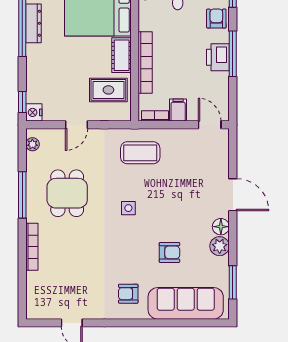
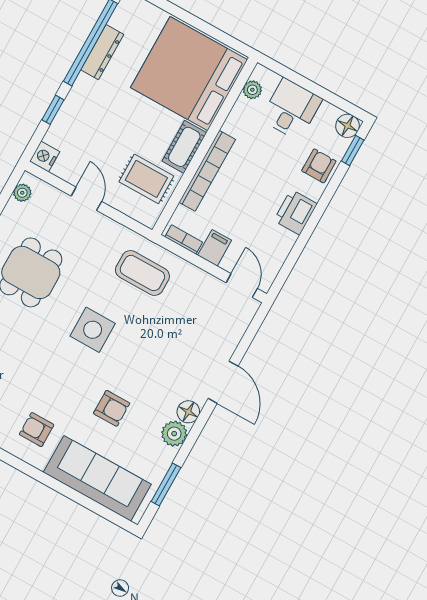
window: (233, 54) -> (315, 218), removed
window: (22, 102) -> (53, 110), moved
door: (76, 125) -> (86, 199), swing flipped
side table: (128, 208) -> (93, 330), width x1.87, depth x1.87

